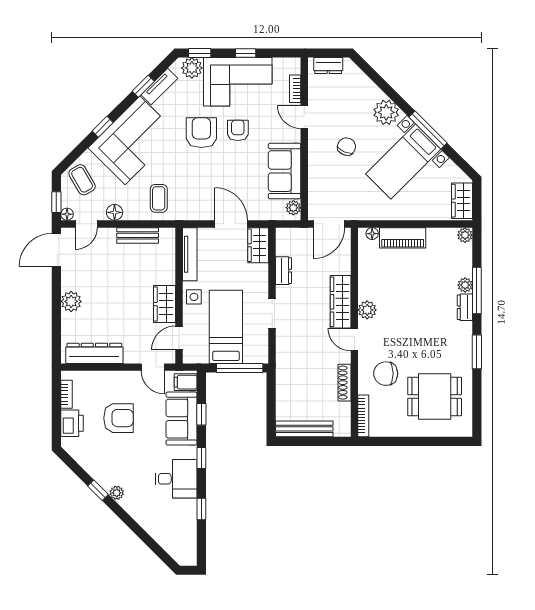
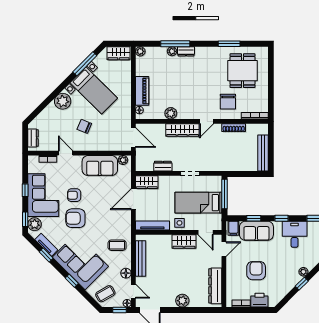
door: (304, 117) -> (66, 153), swing flipped
window: (428, 130) -> (85, 64), moved
bench: (138, 235) -> (141, 259), width x1.36
plant: (367, 310) -> (171, 113), moved
window: (477, 352) -> (229, 44), moved

